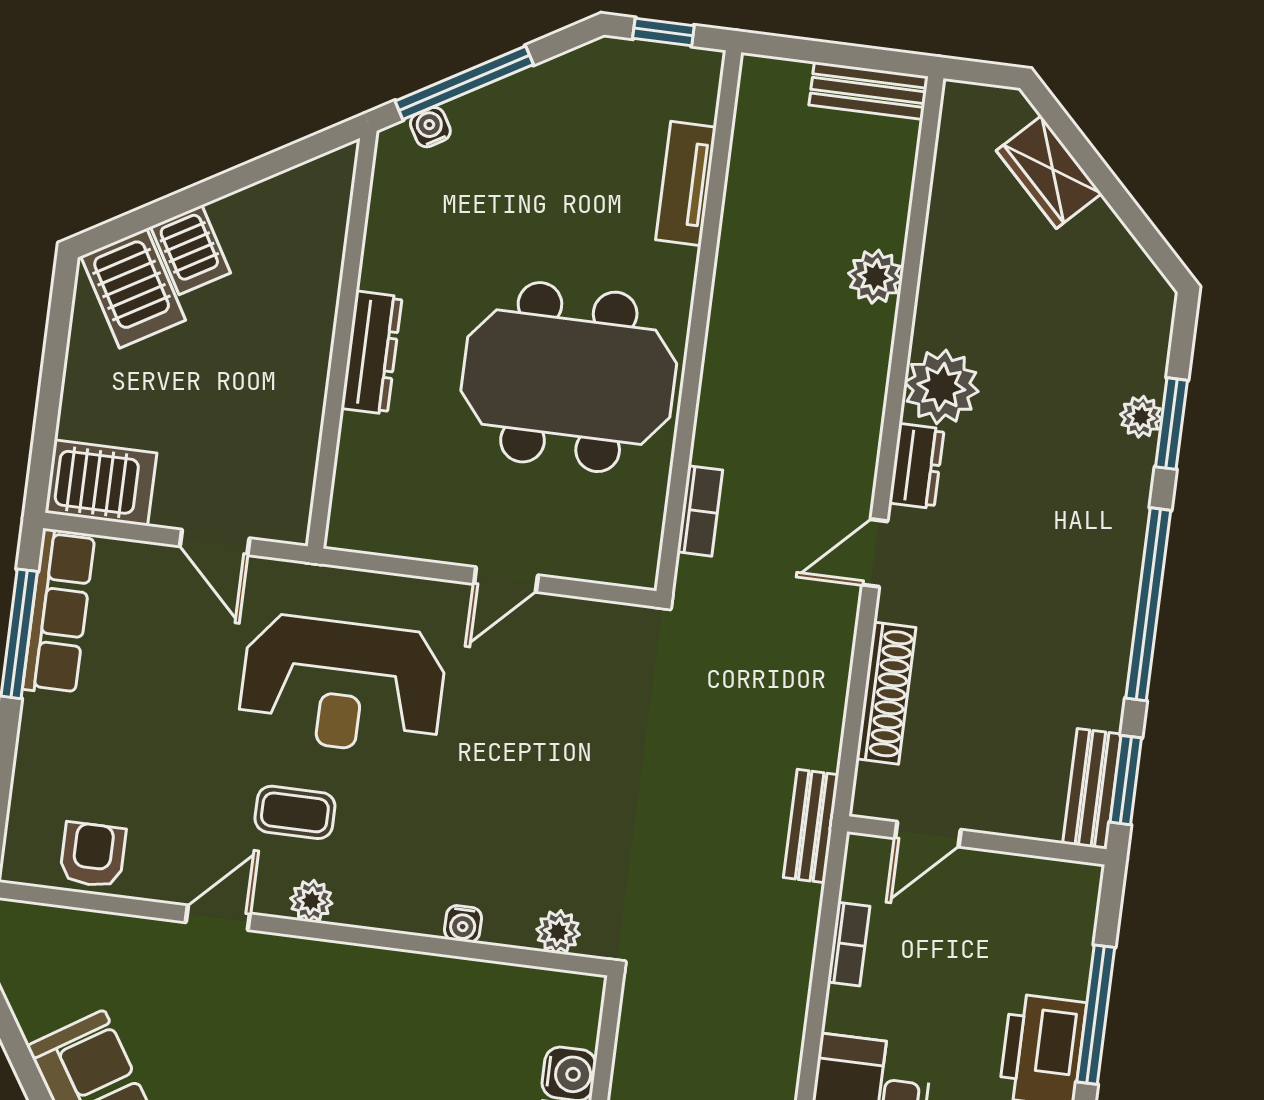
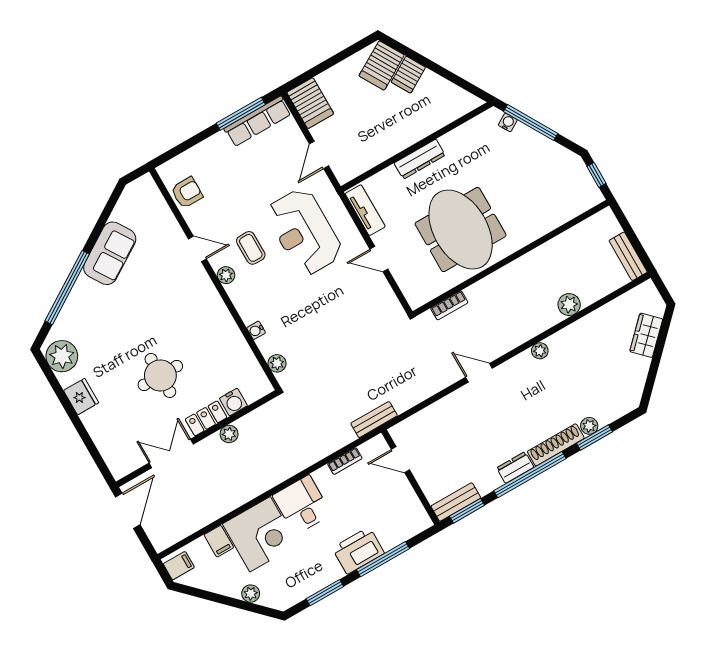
tv unit: (686, 183) -> (365, 210), moved, turned 90
plant: (941, 387) -> (540, 351), width x0.53, depth x0.53
dresser: (917, 466) -> (515, 468), moved, turned 180
shoe rack: (886, 693) -> (556, 445), moved, turned 180

